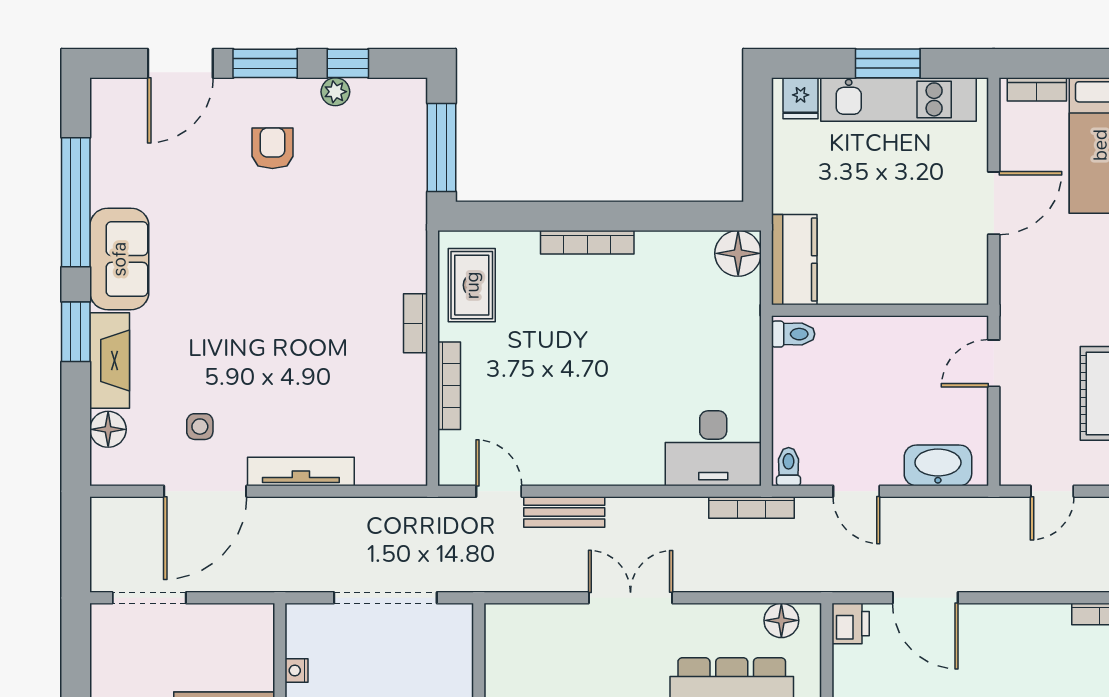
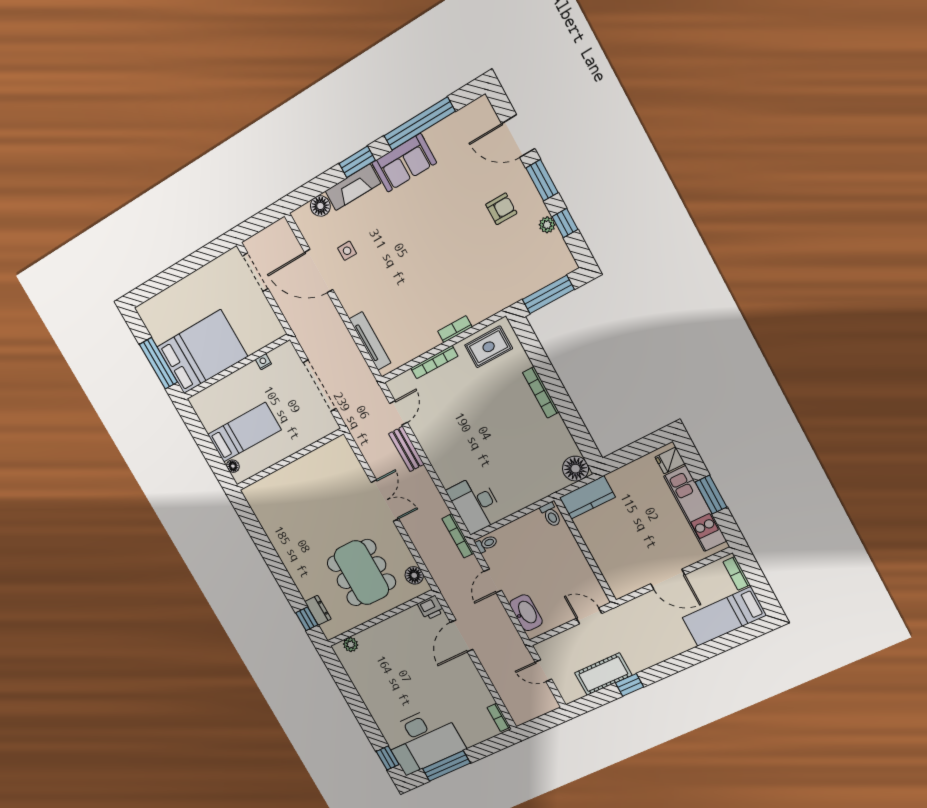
tv unit: (301, 472) -> (370, 341), moved

